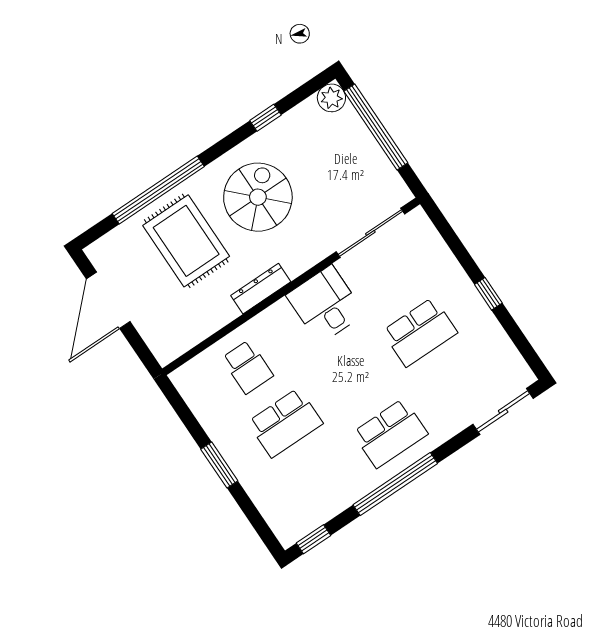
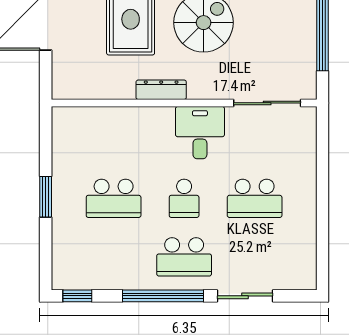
window: (488, 294) -> (323, 204), removed
school desk: (247, 367) -> (184, 198), moved
sliding door: (503, 411) -> (245, 296), moved

